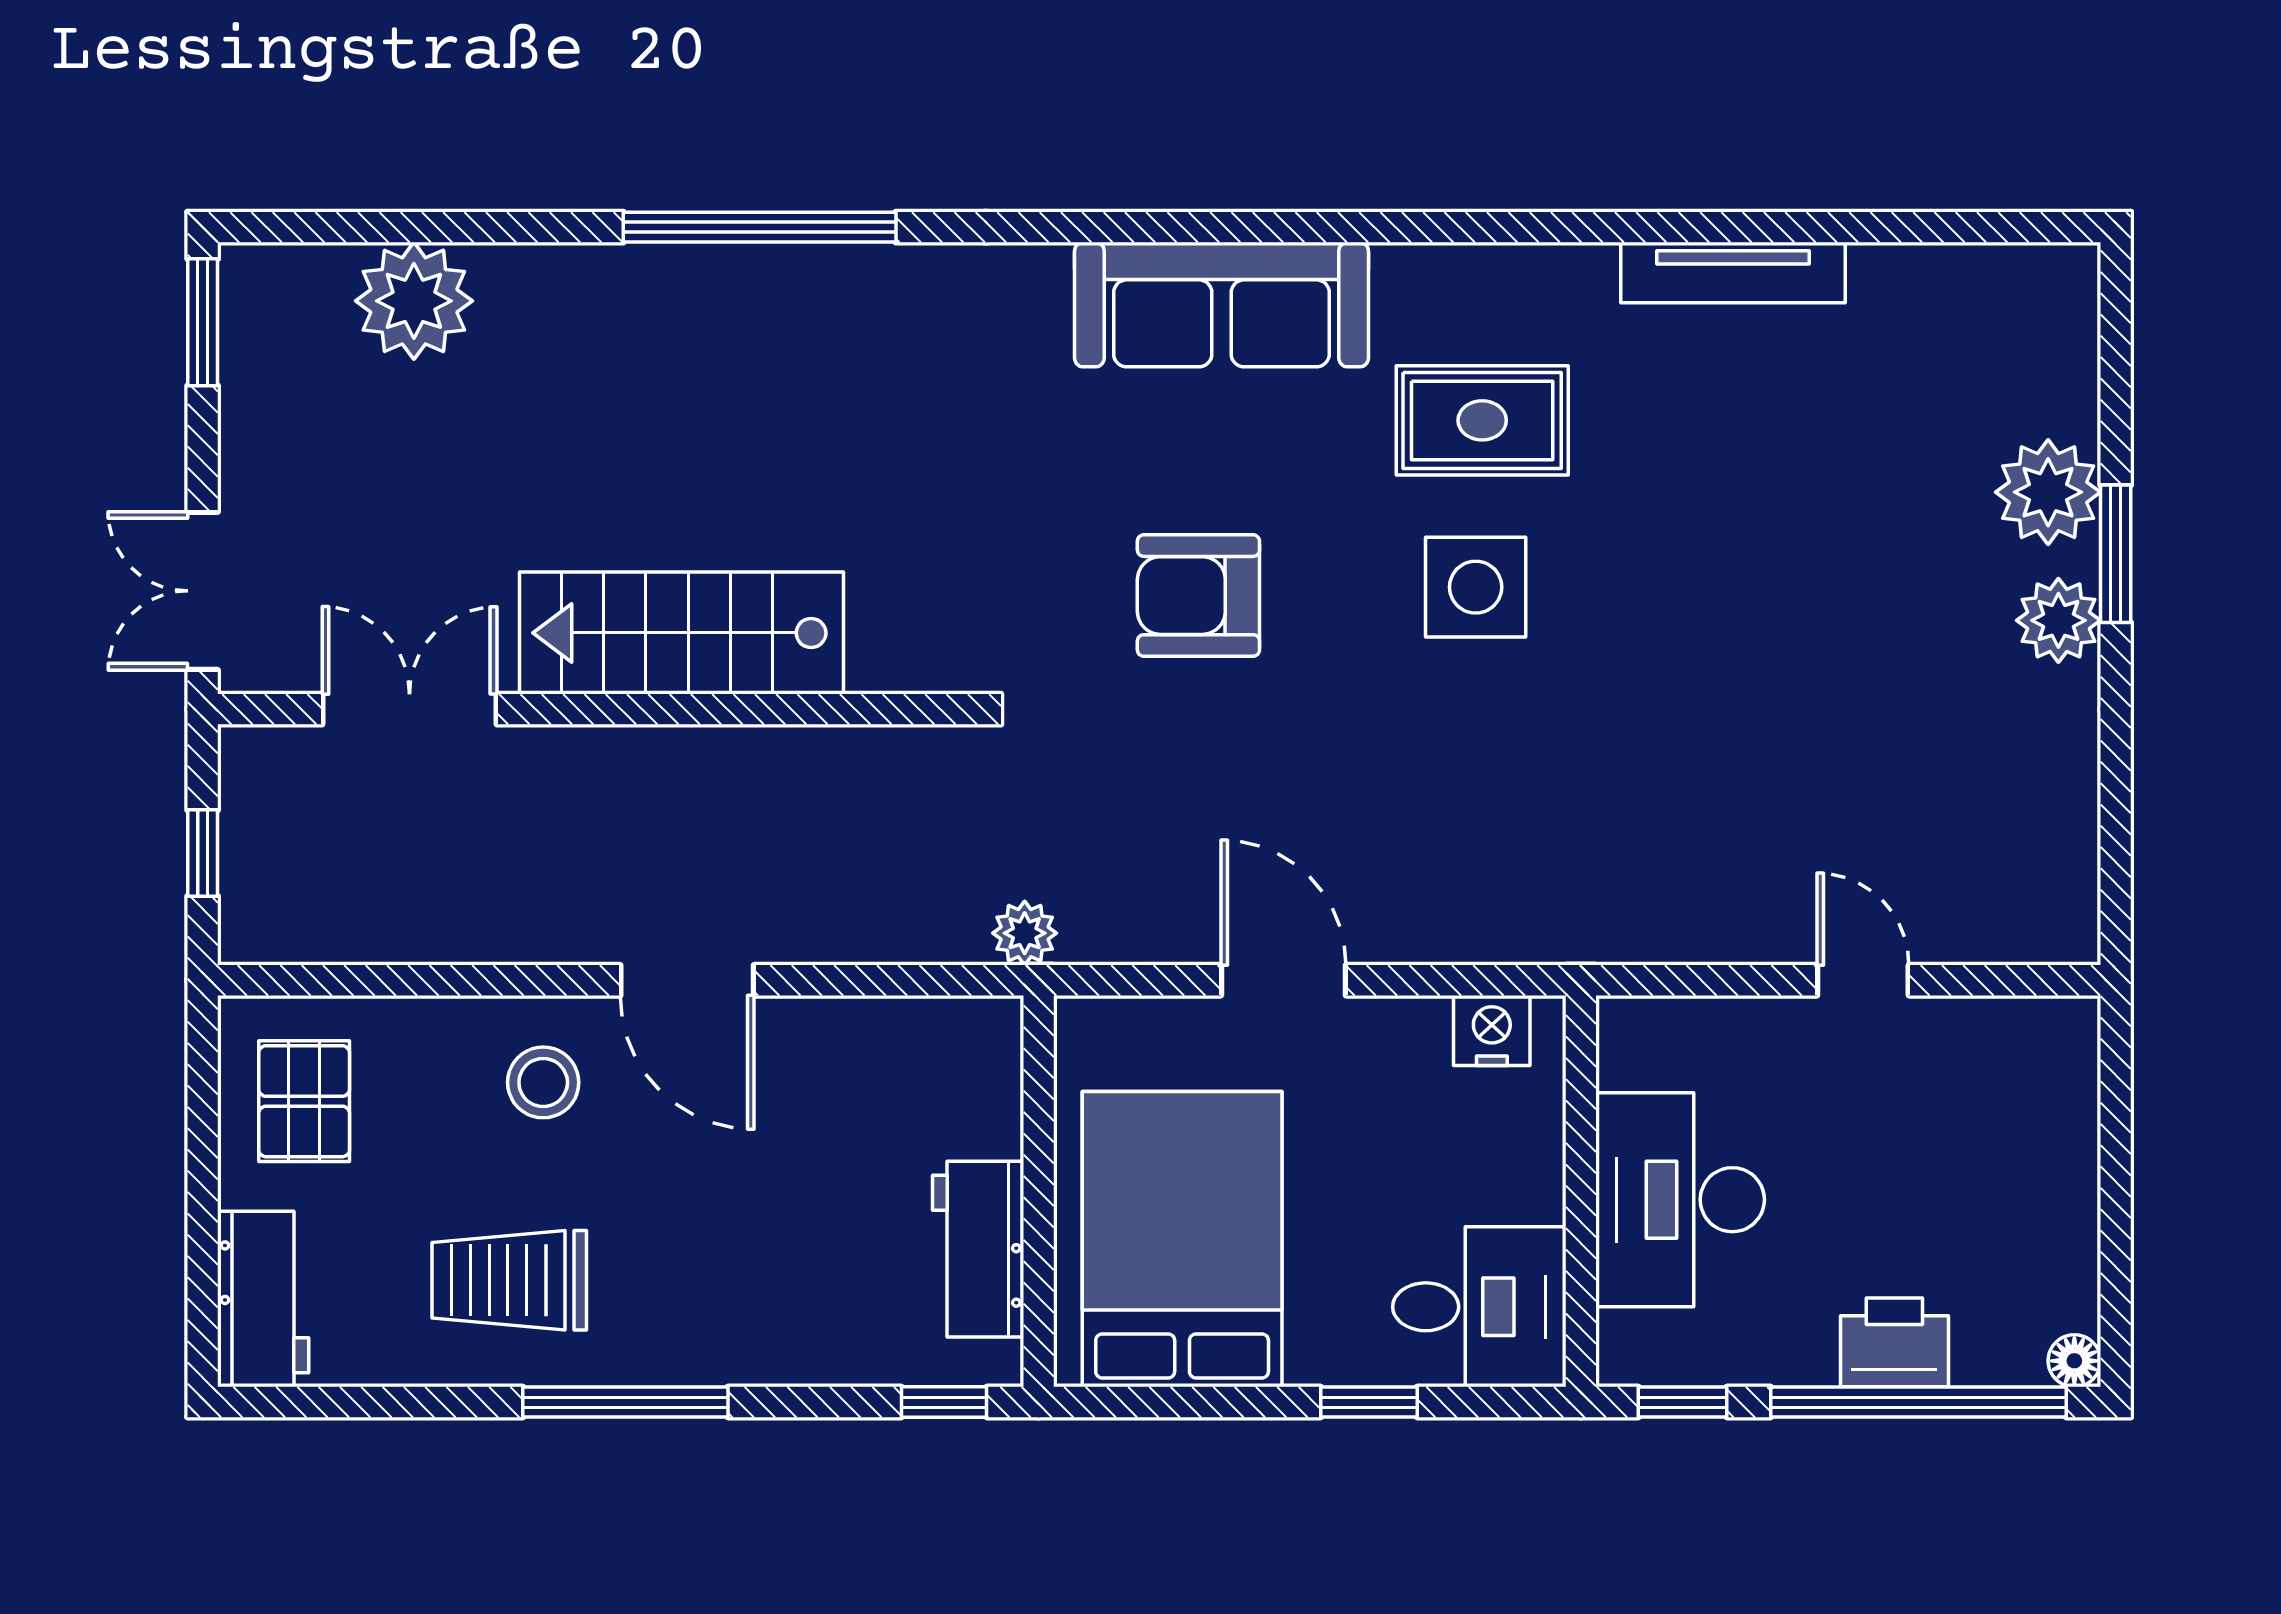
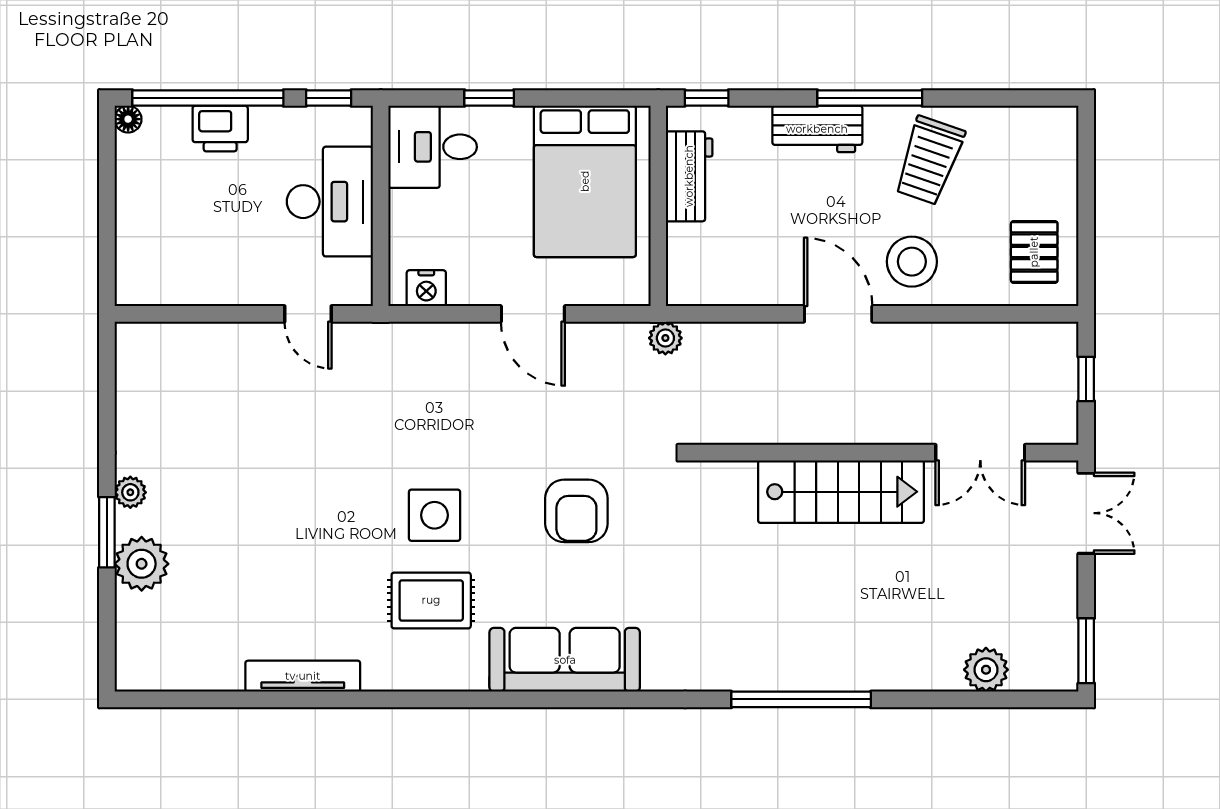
plant: (414, 301) -> (986, 670), width x0.73, depth x0.73
armchair: (1198, 596) -> (576, 511), turned 90
plant: (2058, 620) -> (130, 492), width x0.73, depth x0.73
door: (1863, 980) -> (308, 314), moved
stool: (543, 1082) -> (912, 262), width x1.38, depth x1.38
trolley: (509, 1280) -> (929, 160), turned 109
workbench: (263, 1299) -> (817, 129), moved, turned -90

